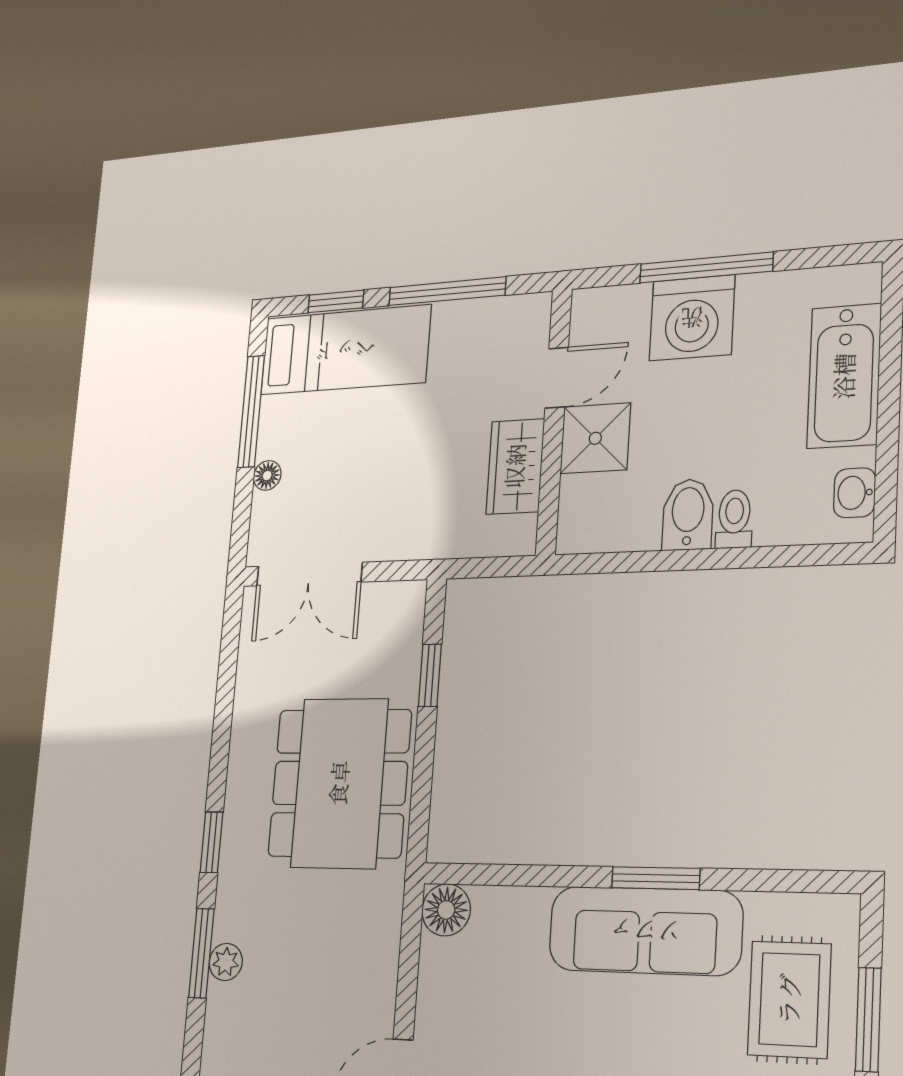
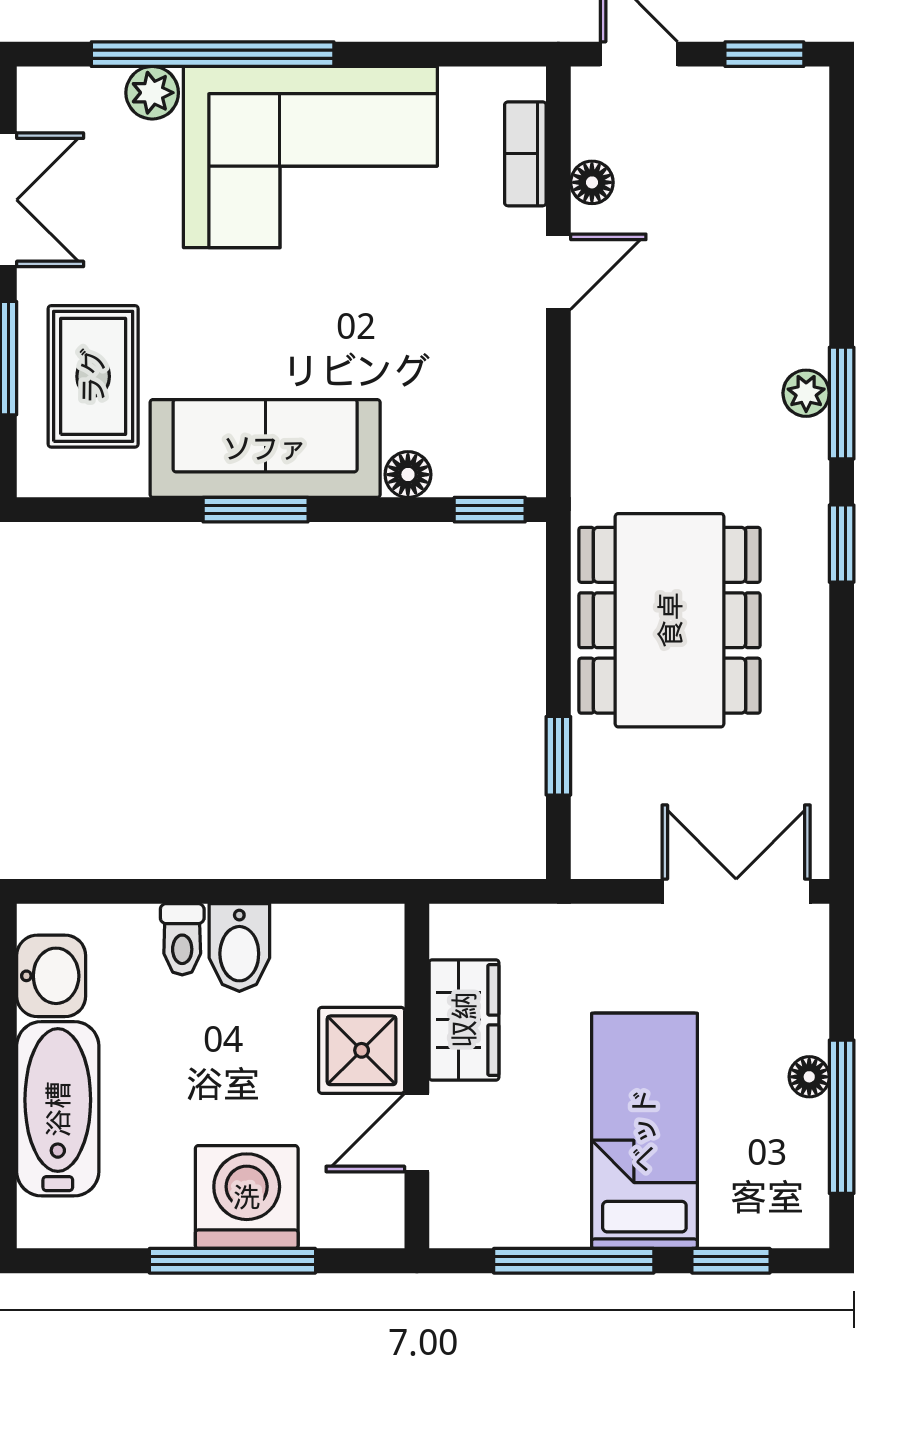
bed: (345, 350) -> (644, 1131), moved, turned 90
floor lamp: (267, 475) -> (809, 1077), moved
washbasin: (855, 493) -> (51, 976), width x1.38, depth x1.45
window: (468, 874) -> (490, 510), added
floor lamp: (446, 910) -> (408, 475), moved, width x0.73, depth x0.73

